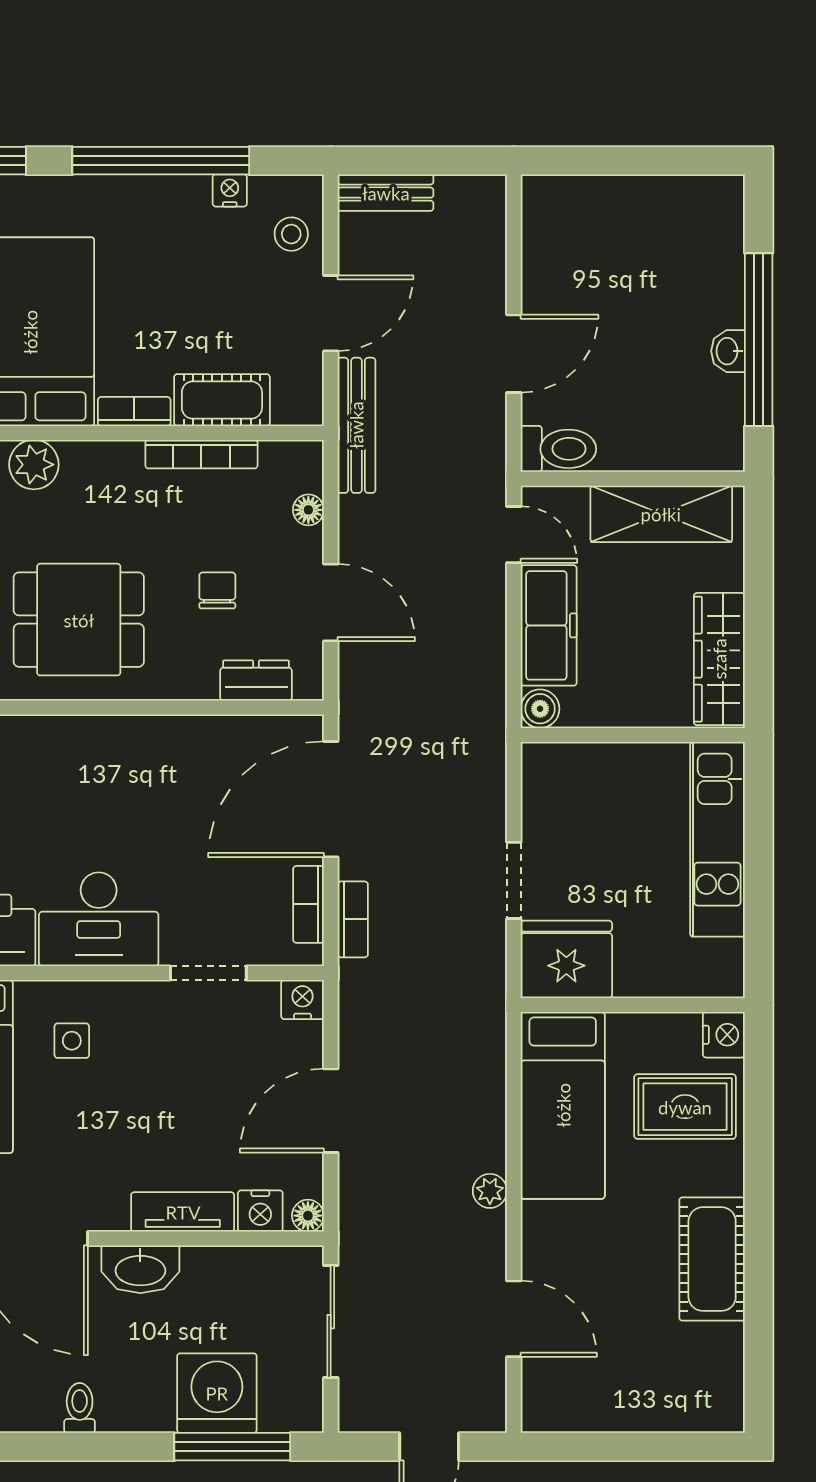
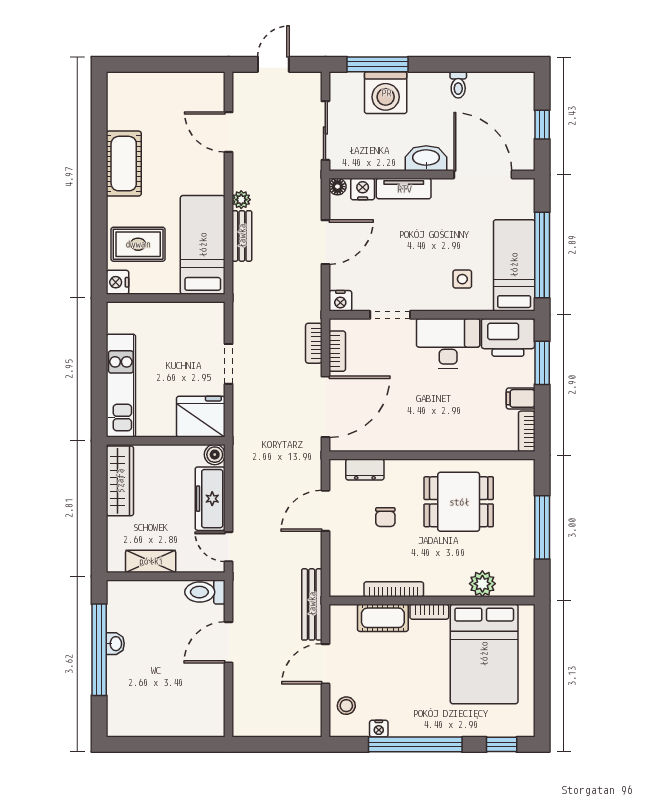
bench: (386, 193) -> (242, 236), moved, turned 90
floor lamp: (308, 510) -> (337, 560), removed
shelving: (661, 514) -> (151, 561), width x0.67, depth x0.75
door: (331, 603) -> (325, 511), hinge flipped
fridge: (566, 959) -> (201, 417), moved, turned 180

